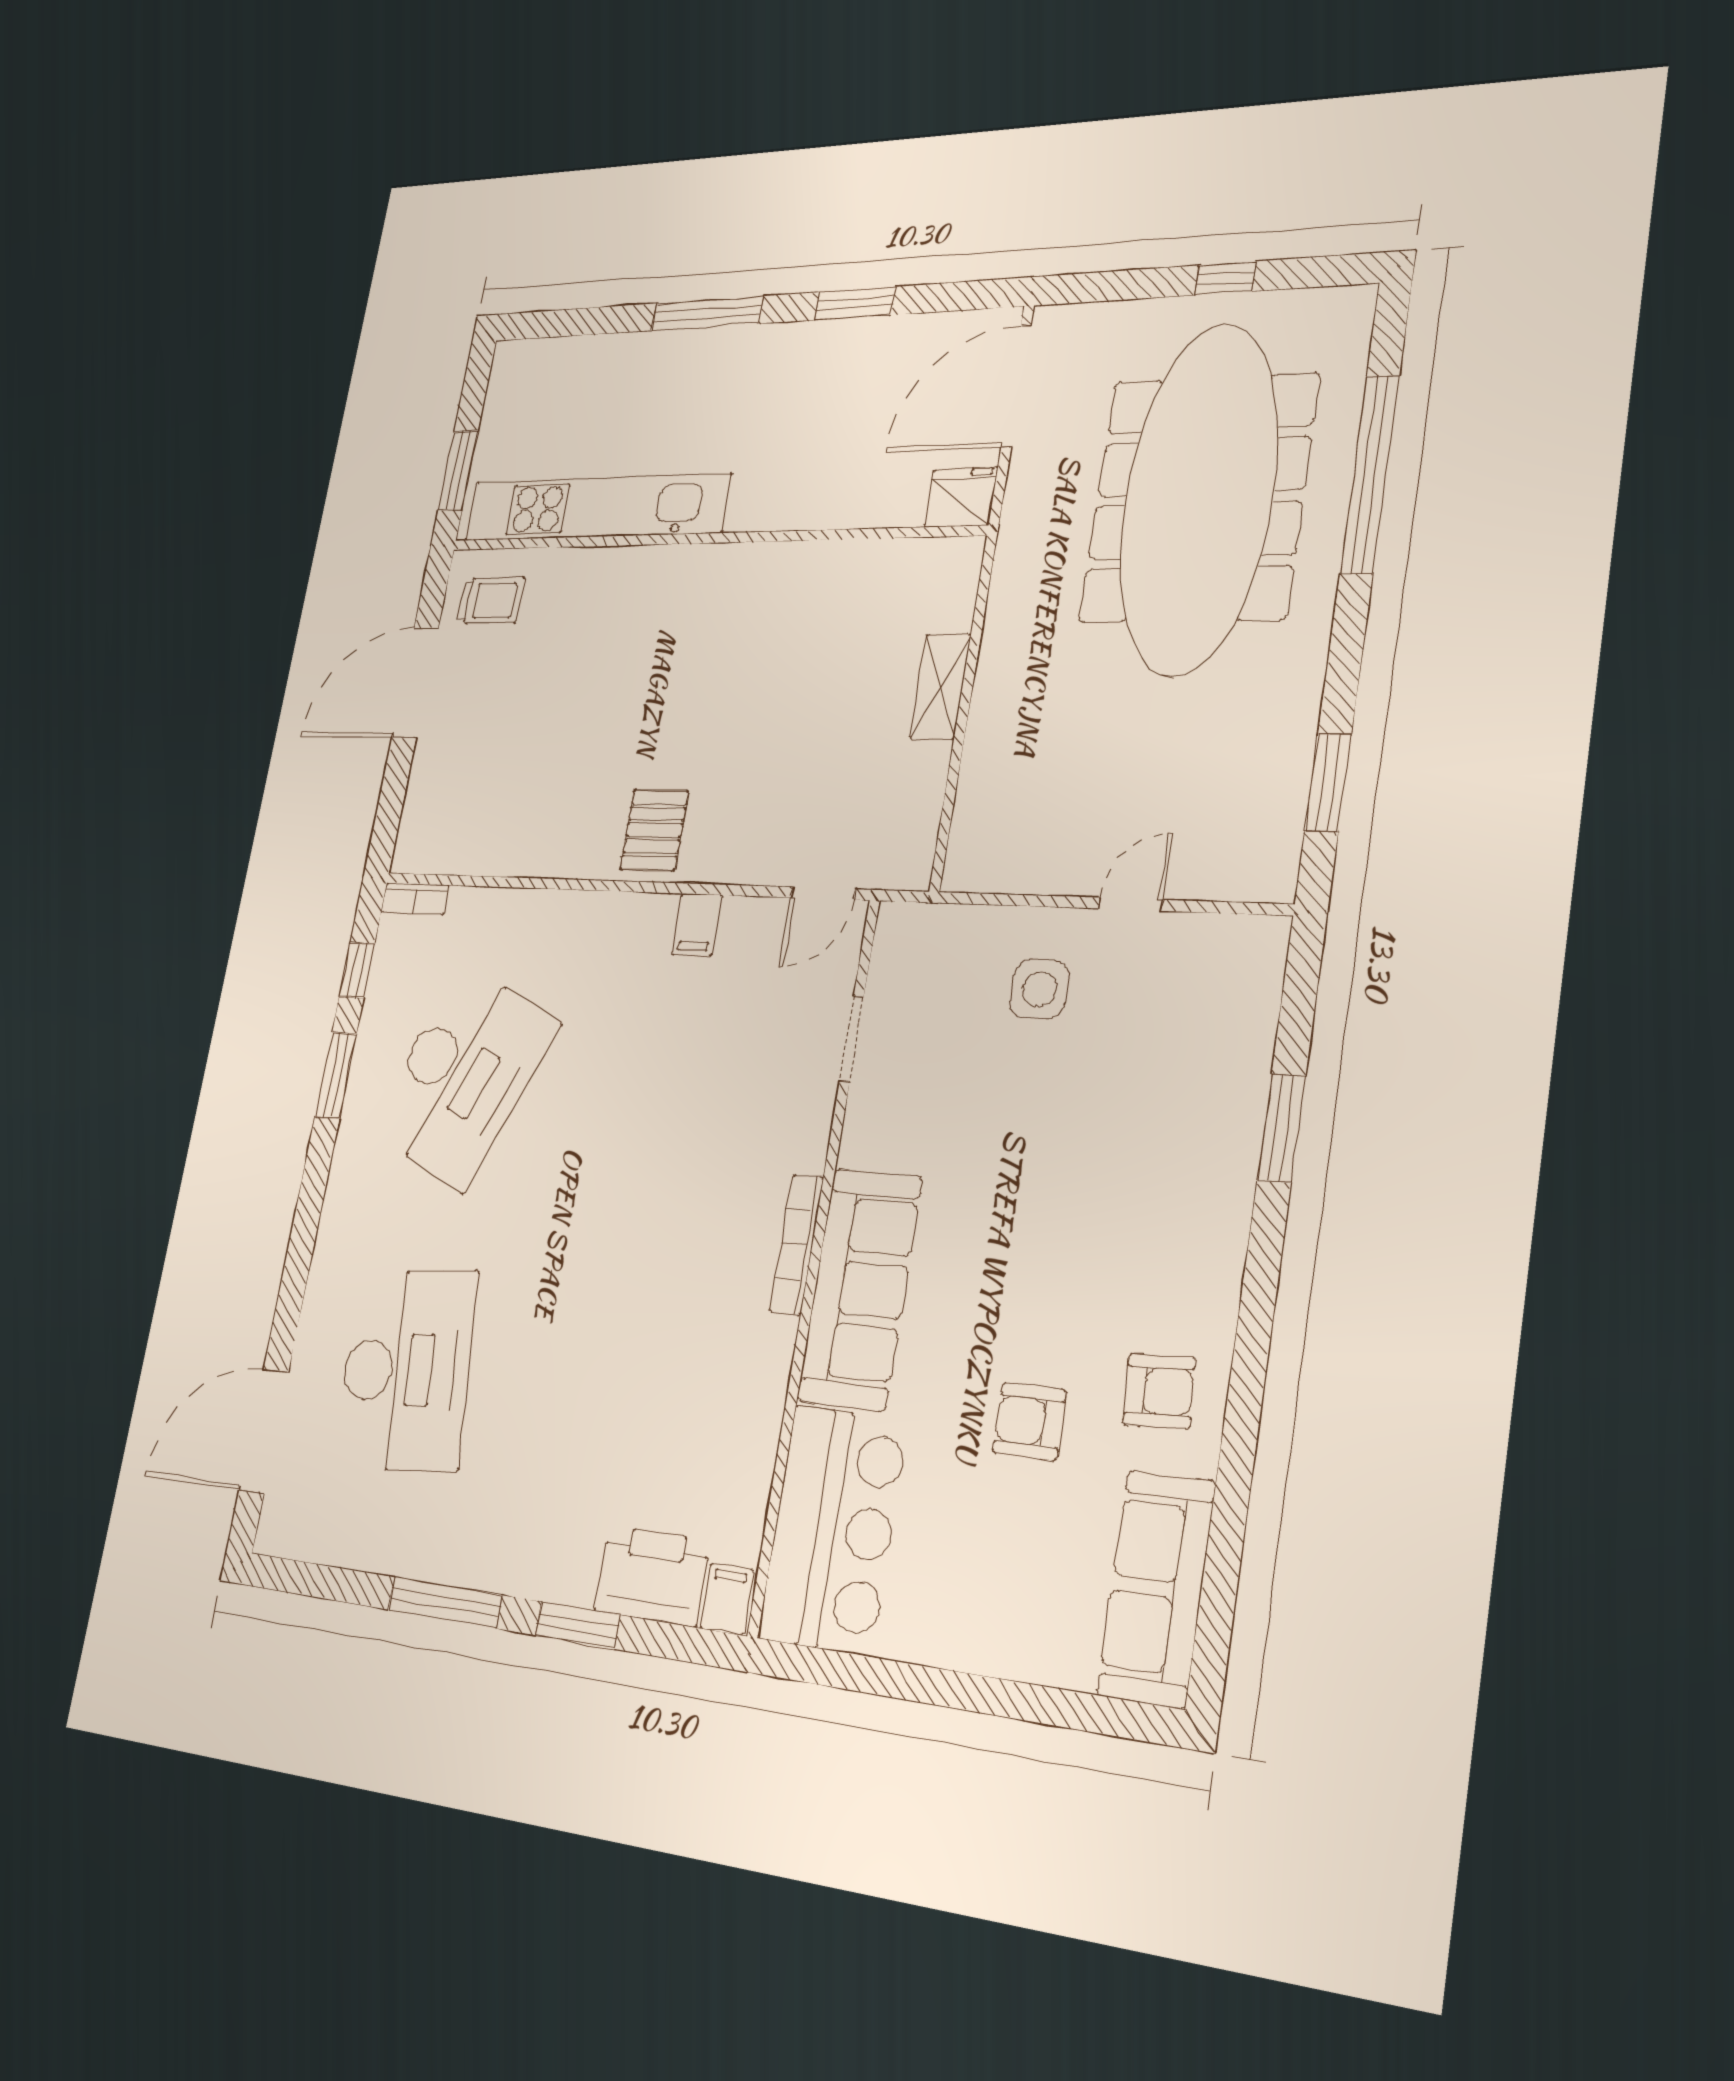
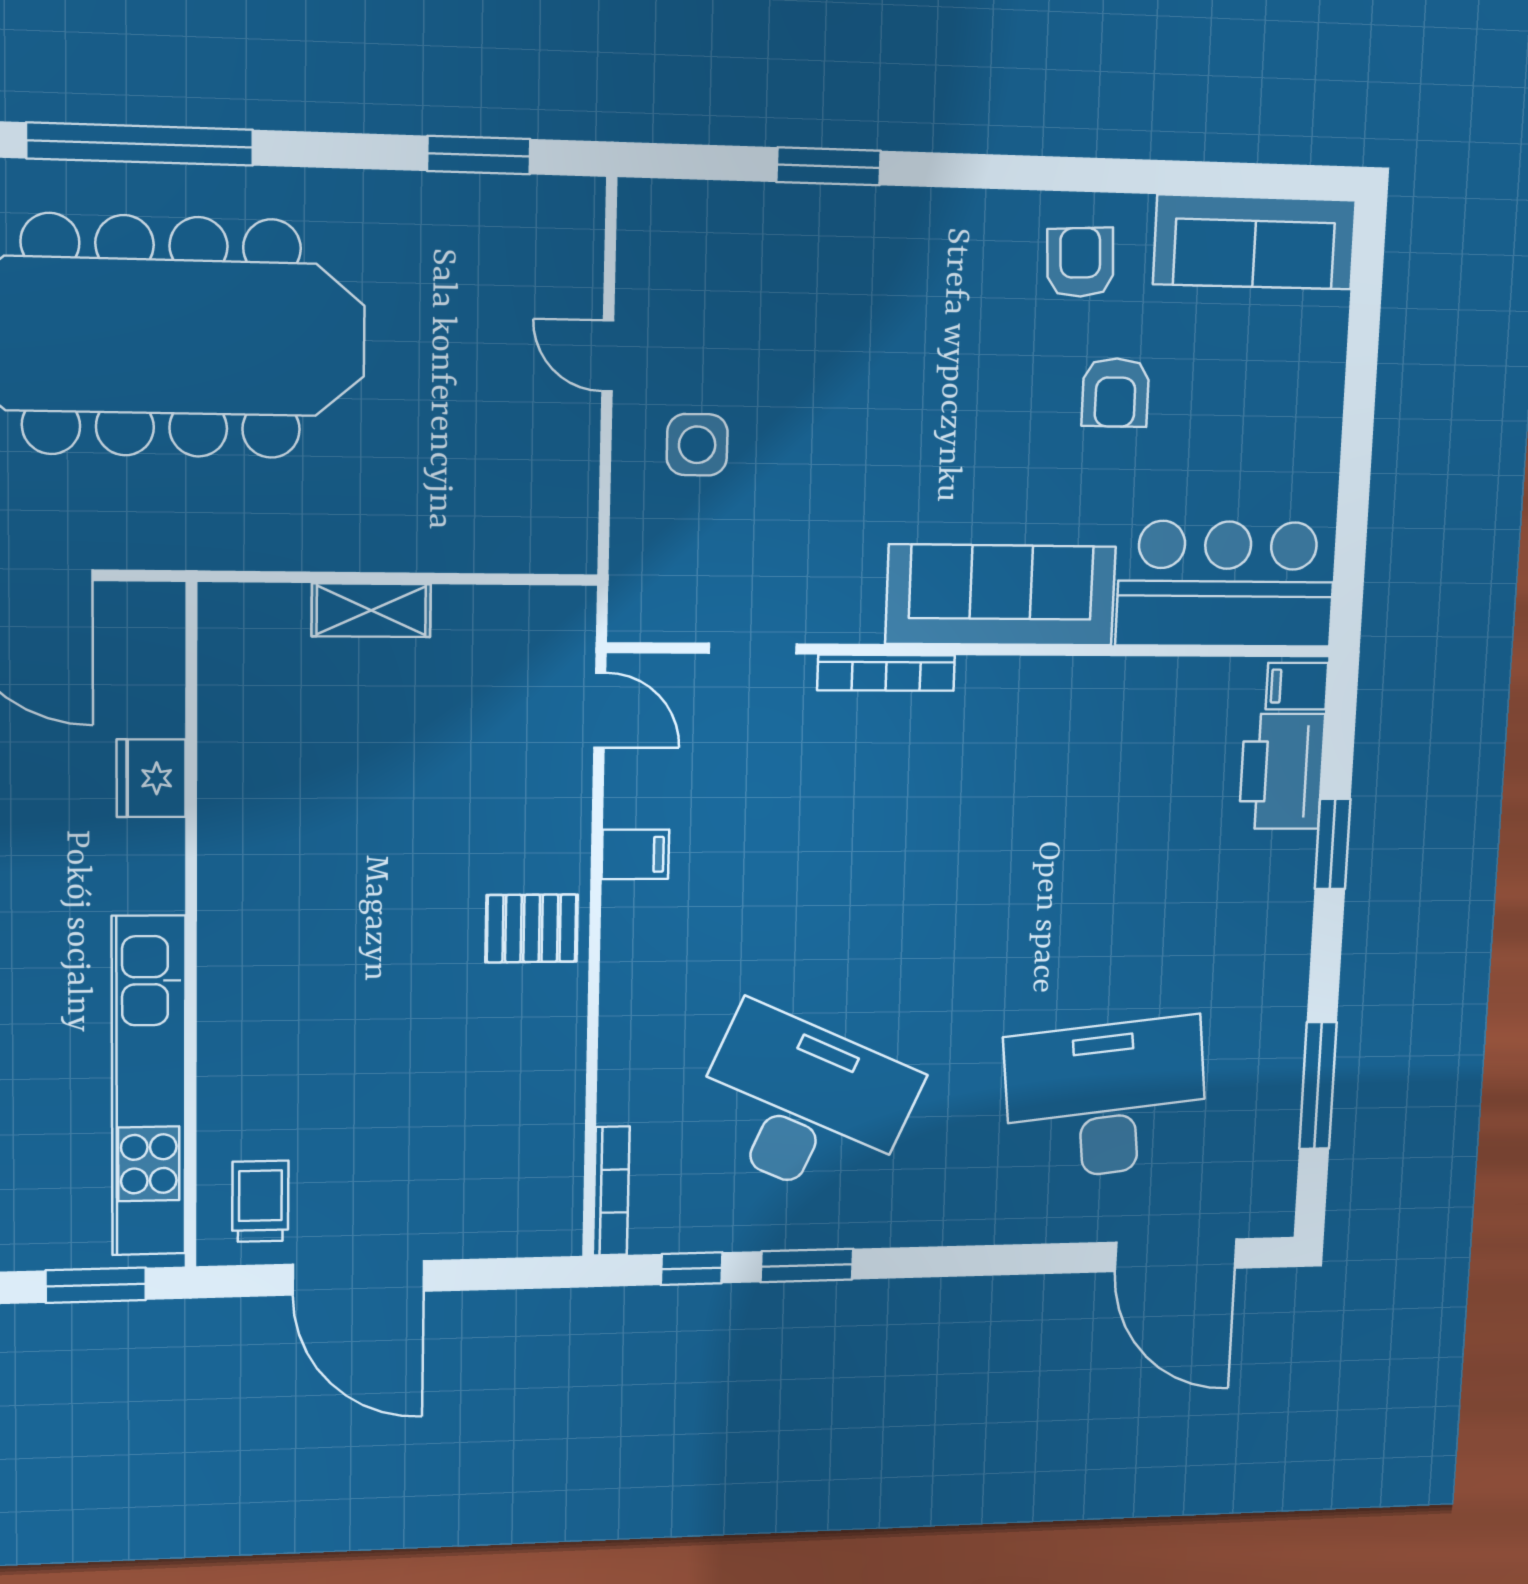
fridge: (961, 497) -> (151, 778), moved
bookcase: (415, 899) -> (611, 1191), width x1.56
bookcase: (797, 1244) -> (886, 673), moved
window: (445, 1603) -> (1318, 1086), moved

